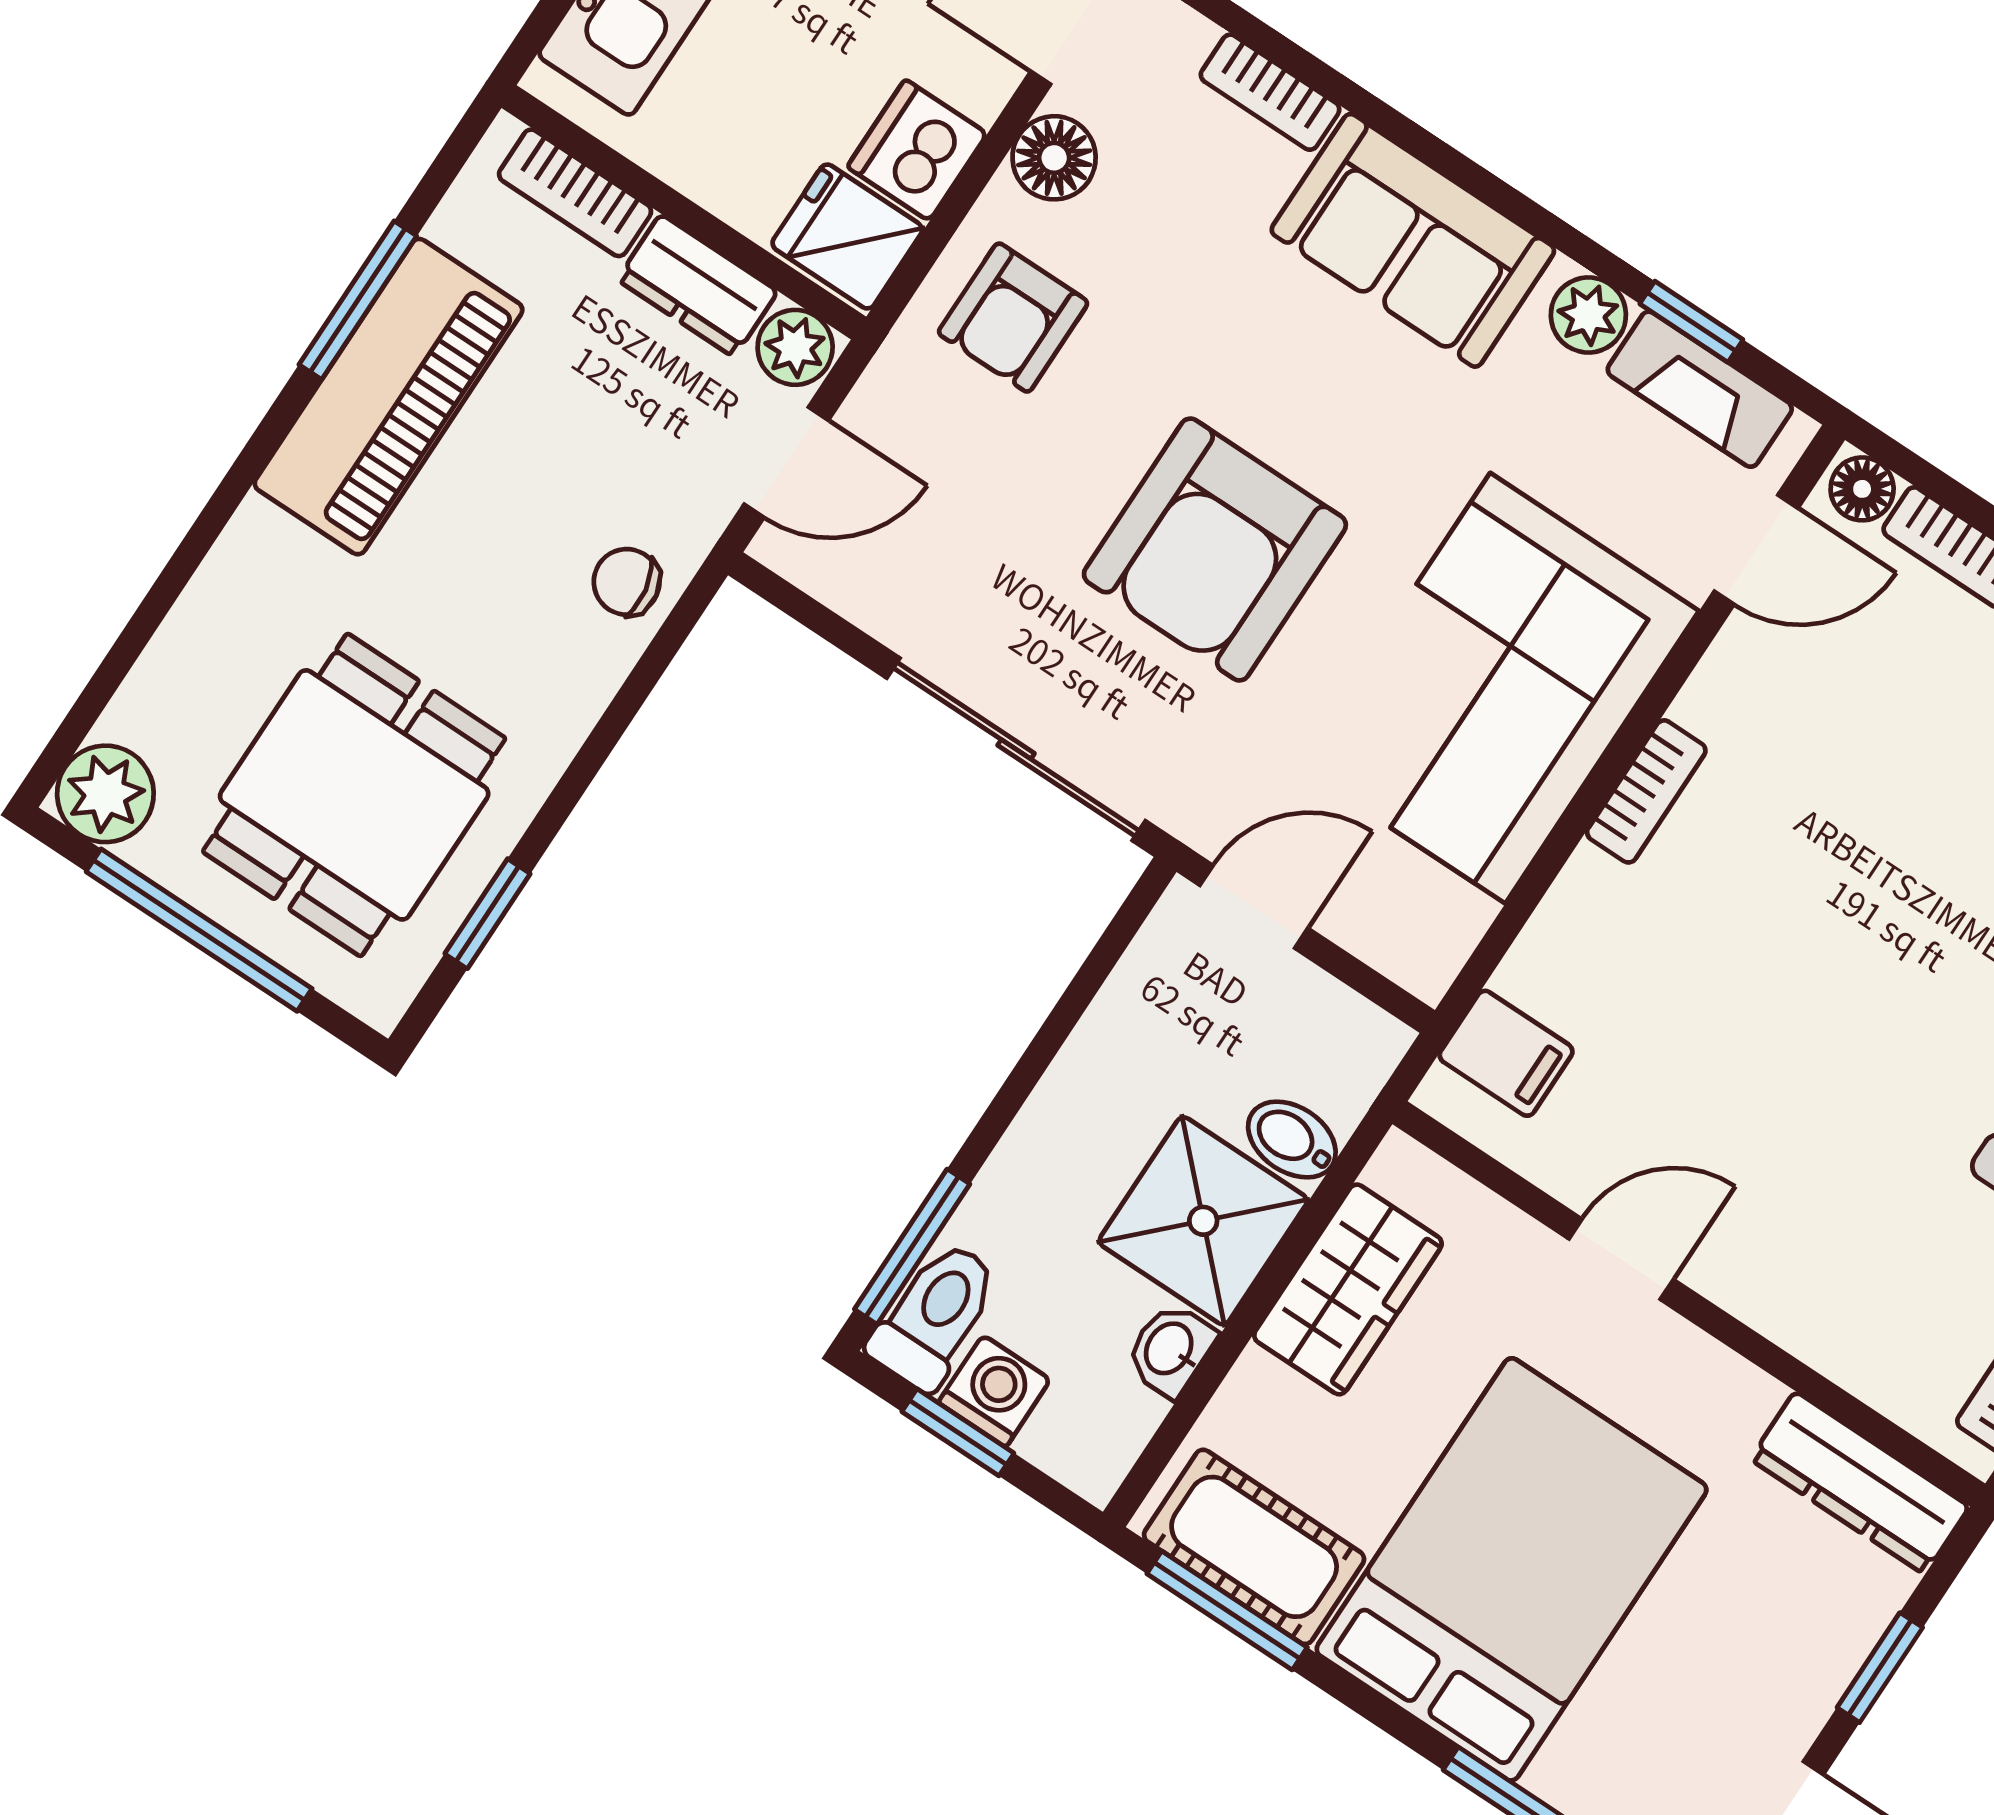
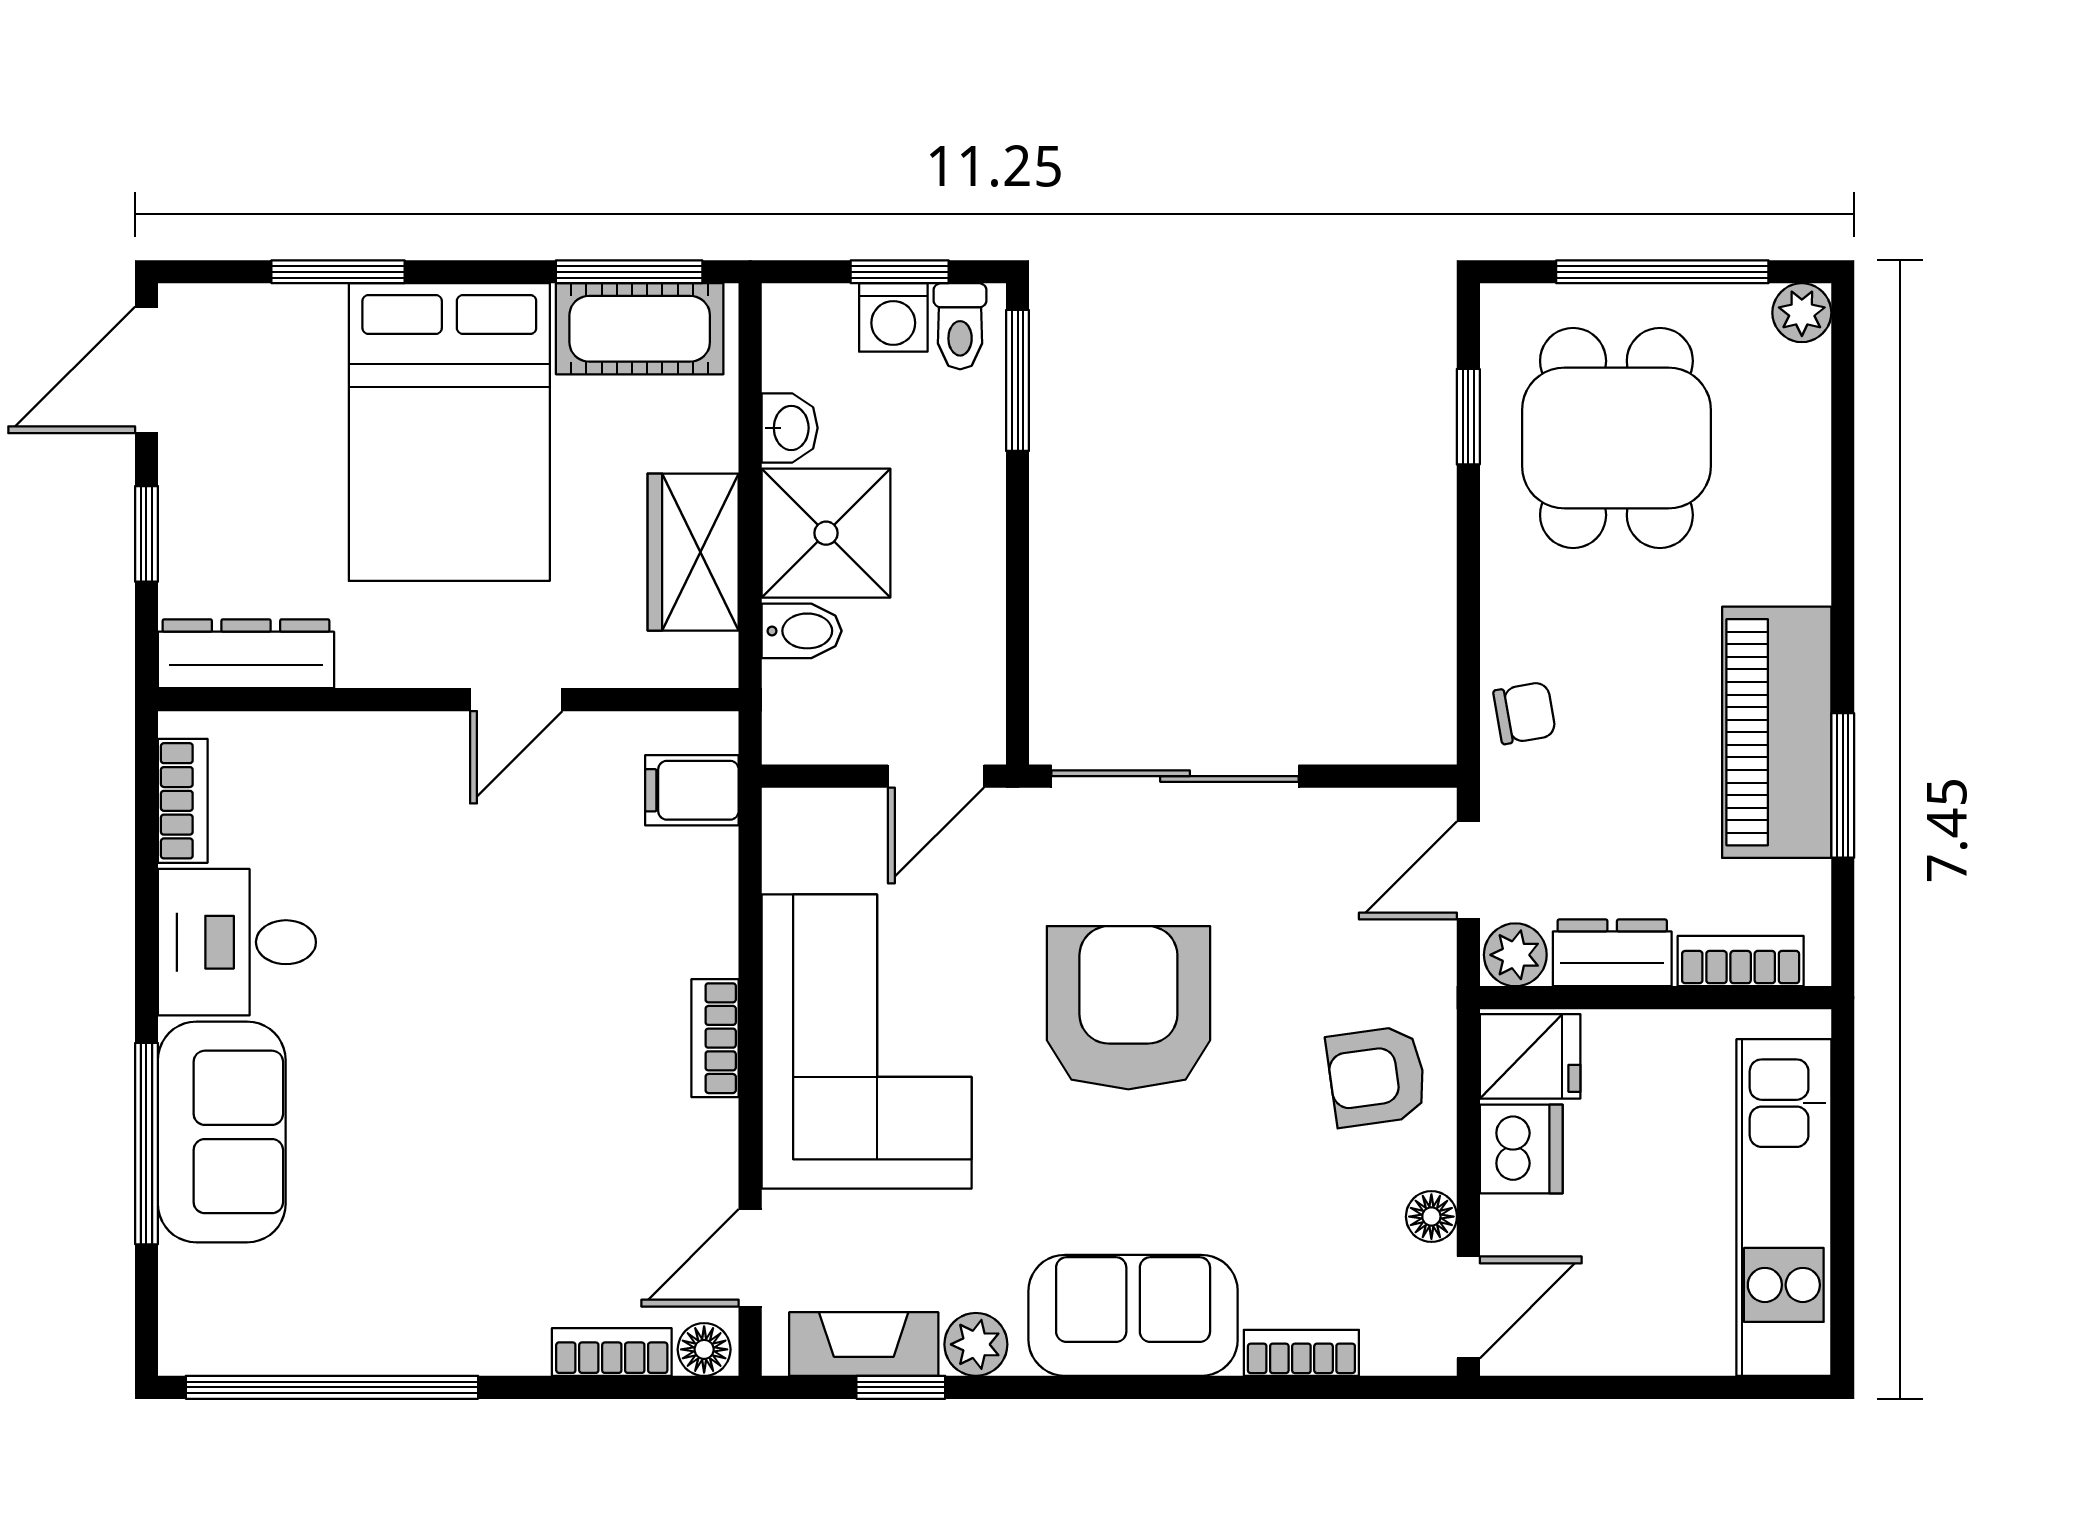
floor lamp: (1054, 158) -> (1431, 1217), width x0.73, depth x0.73
armchair: (1013, 318) -> (1377, 1076), turned -98
plant: (105, 794) -> (1802, 313), width x0.73, depth x0.73
toilet: (935, 1315) -> (960, 326), width x0.73, depth x0.72

